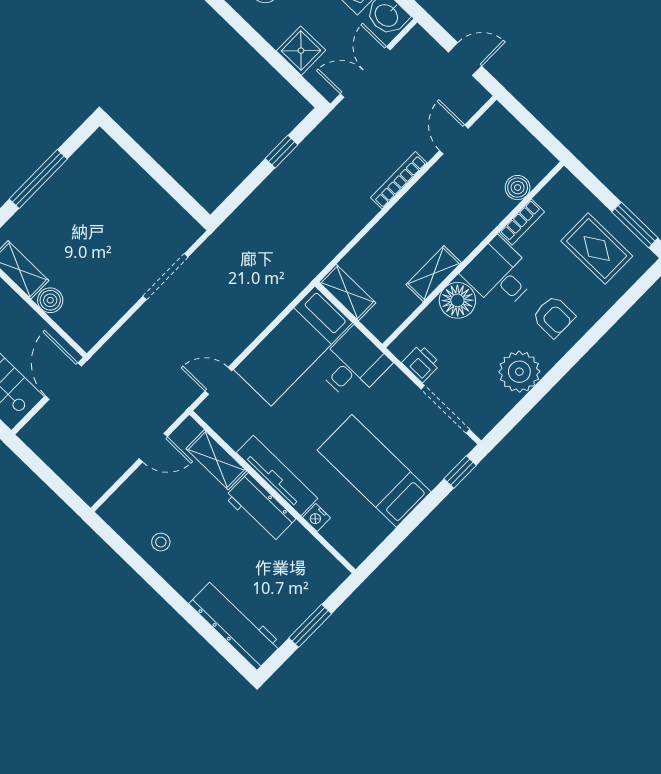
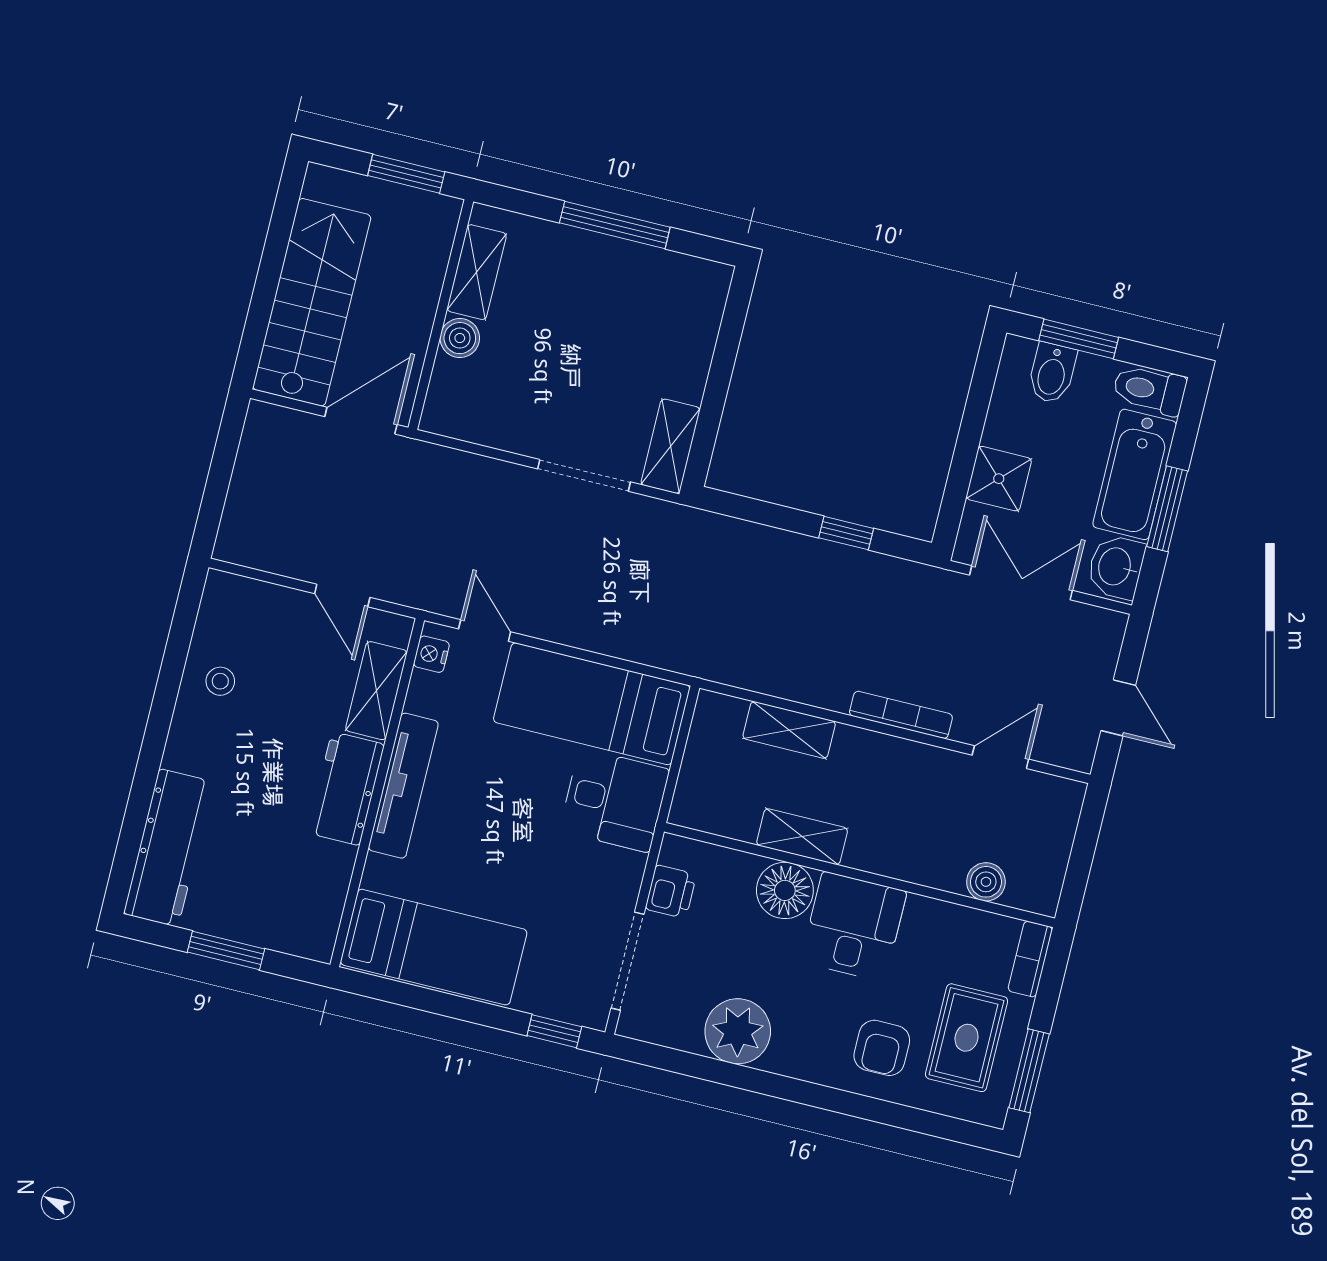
shelving: (177, 220) -> (670, 446), added
bookcase: (522, 222) -> (1030, 959), moved, turned 90
shelving: (347, 292) -> (789, 730), moved, turned 90
armchair: (554, 317) -> (882, 1048), moved
bed: (374, 471) -> (434, 947), moved, turned 90
nightstand: (316, 518) -> (431, 654), moved

